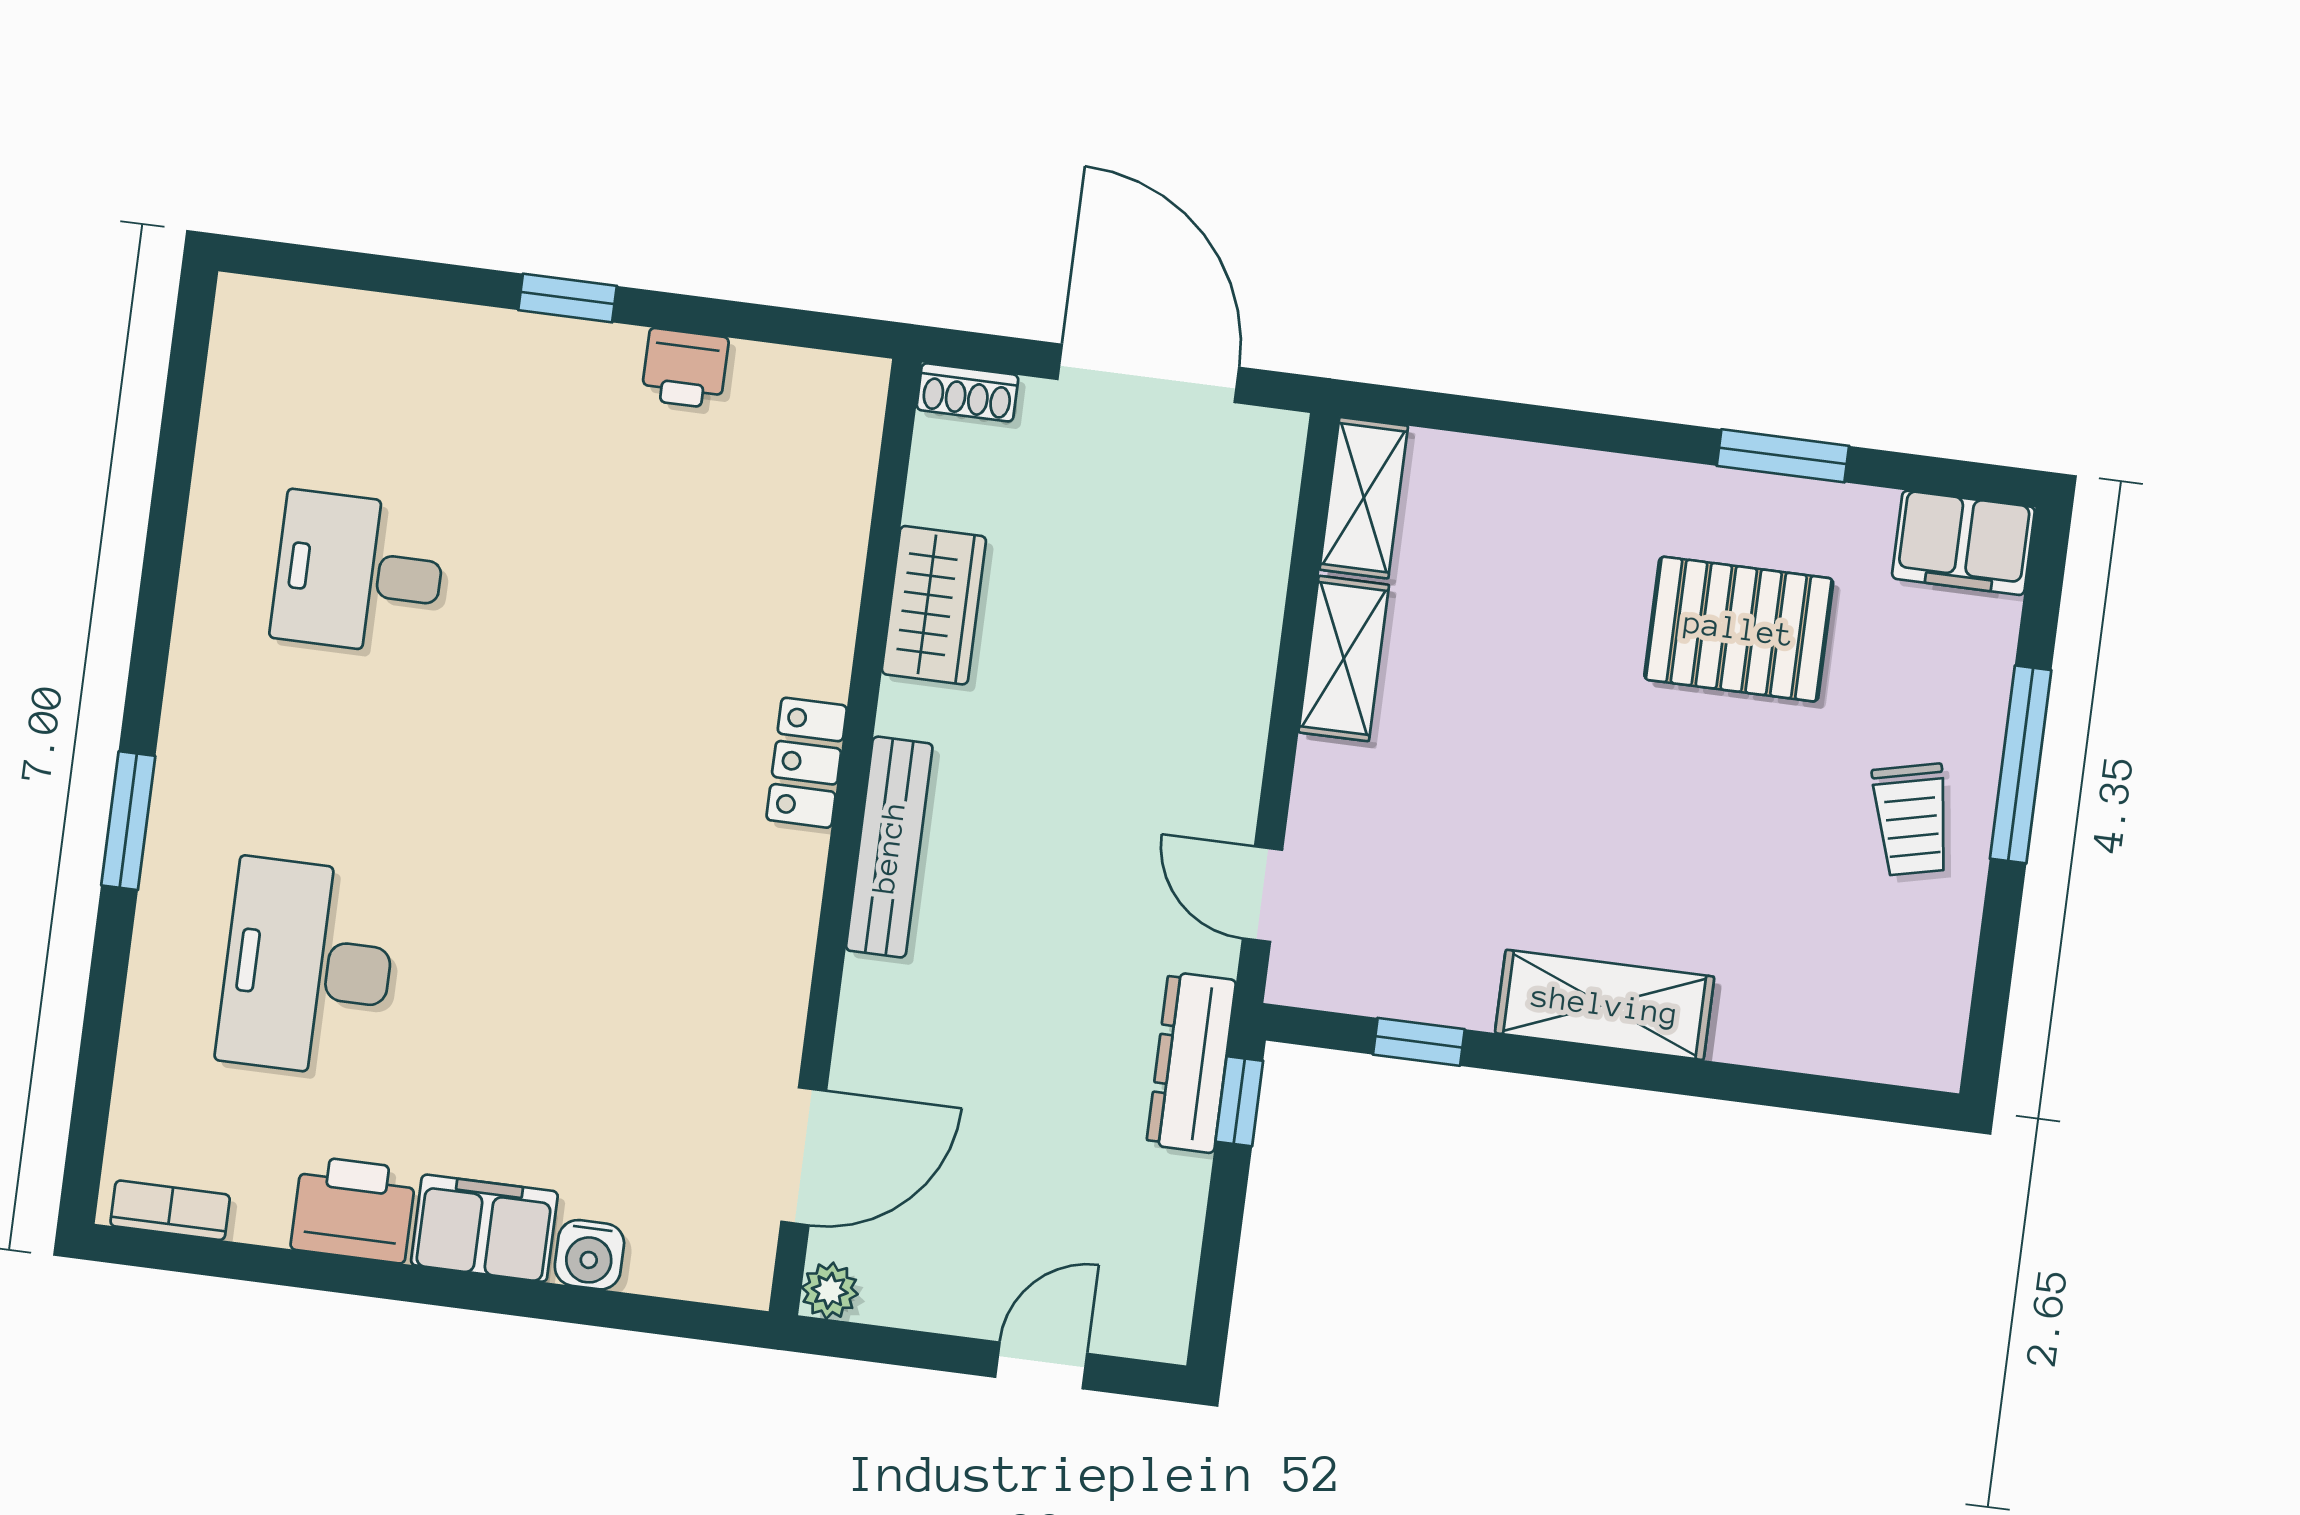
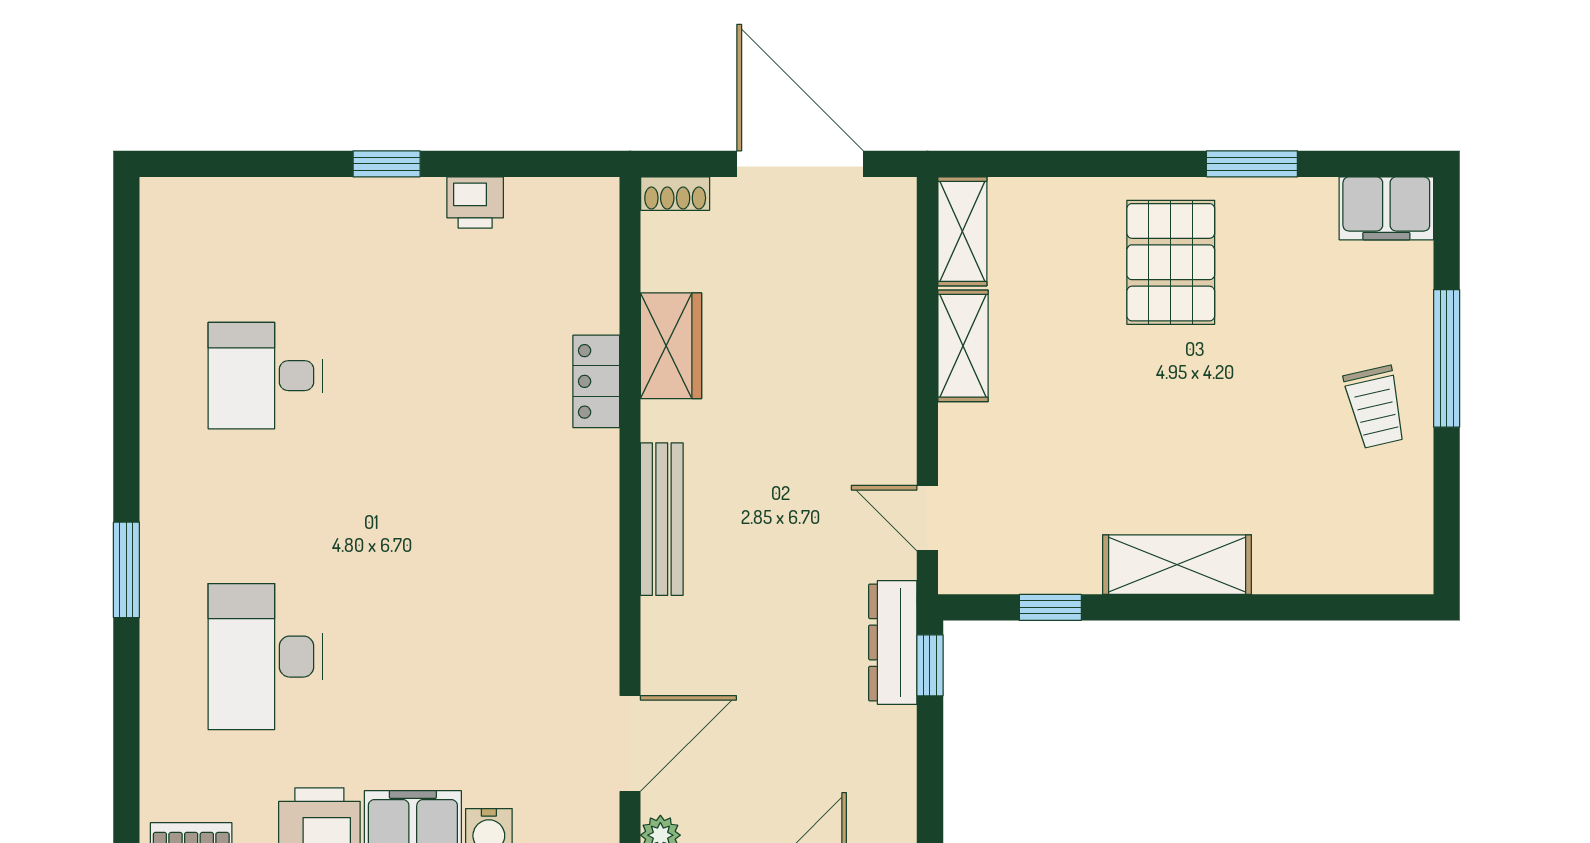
pallet: (1739, 629) -> (1171, 262), moved, turned 90
locker: (807, 763) -> (596, 381), moved

